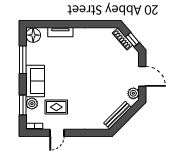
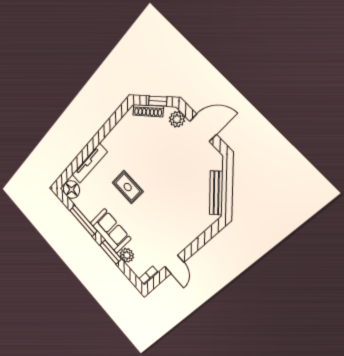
tv unit: (60, 32) -> (90, 163), width x1.41
plant: (133, 93) -> (177, 119), moved
window: (23, 105) -> (111, 252), moved
rug: (56, 107) -> (128, 187), moved, turned 90

